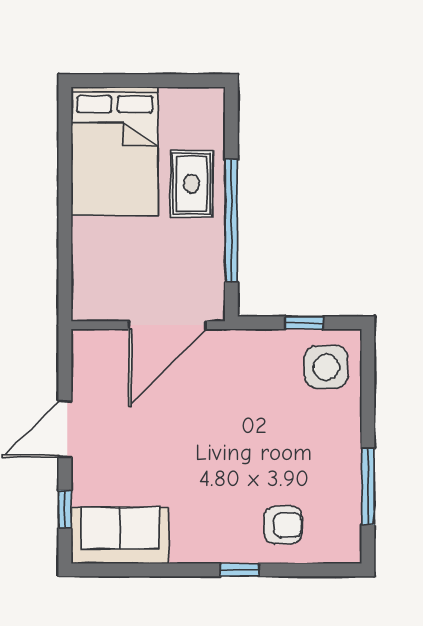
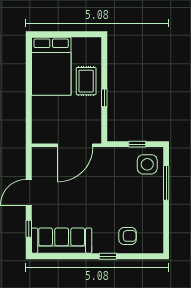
window: (231, 221) -> (104, 98), width x0.32
window: (368, 486) -> (166, 183), moved
sofa: (120, 535) -> (62, 241), width x1.36

